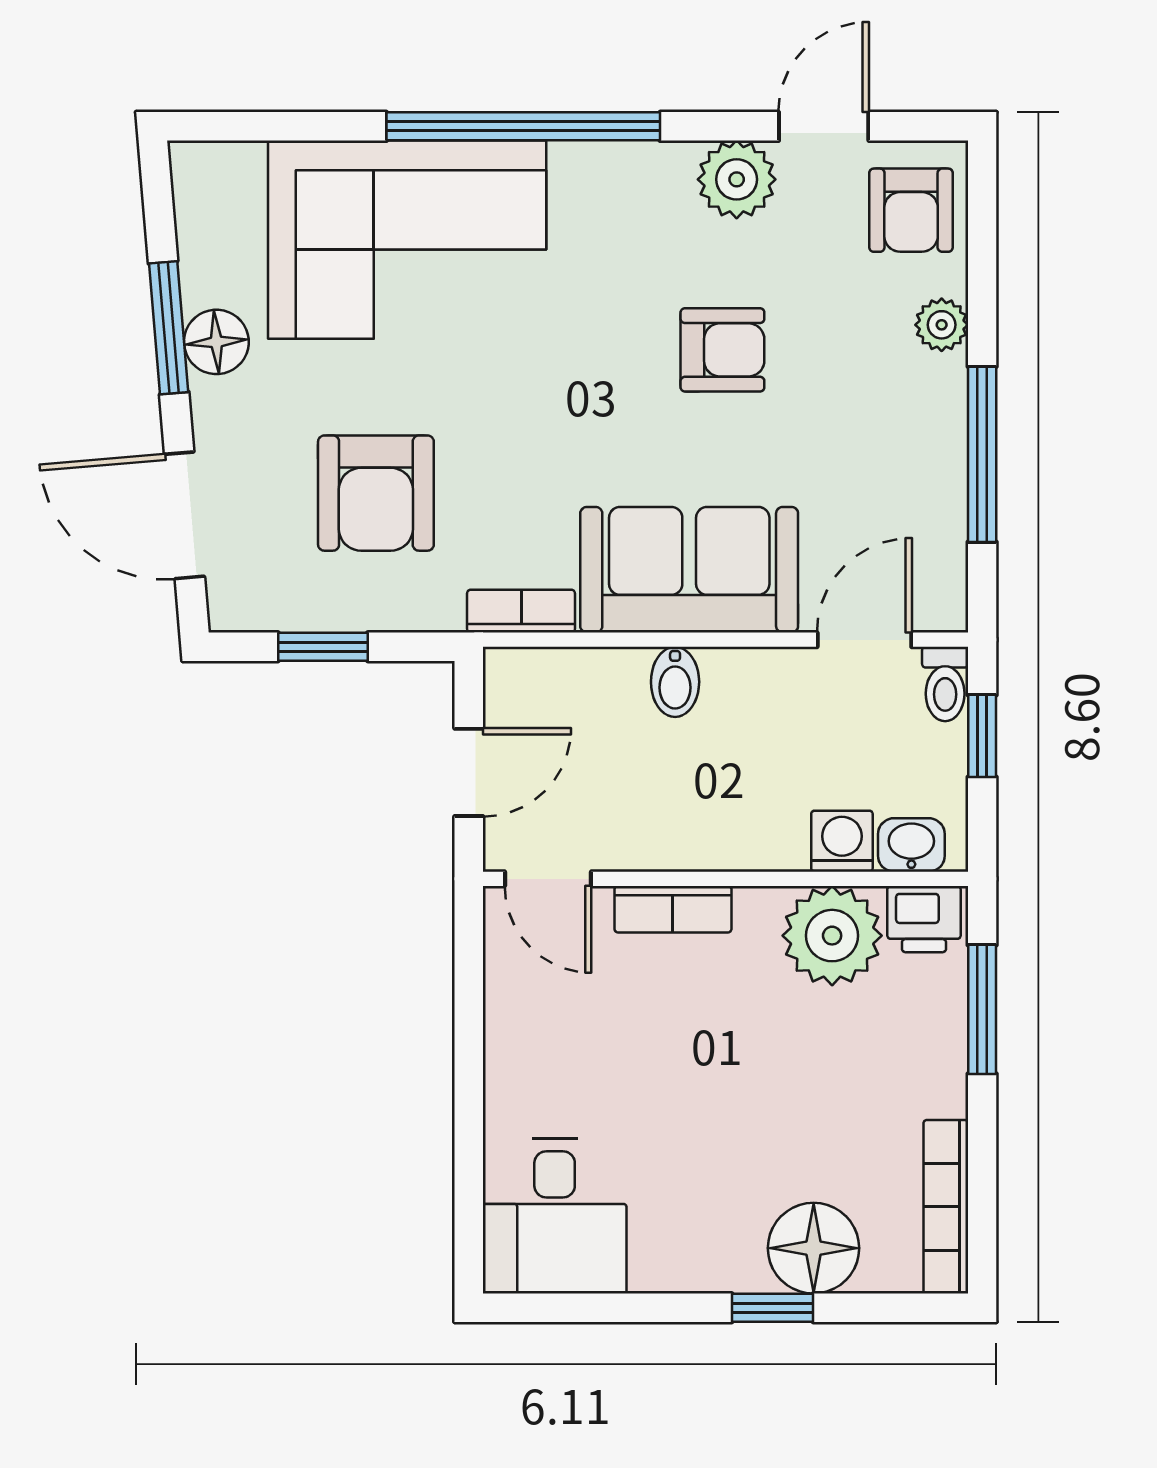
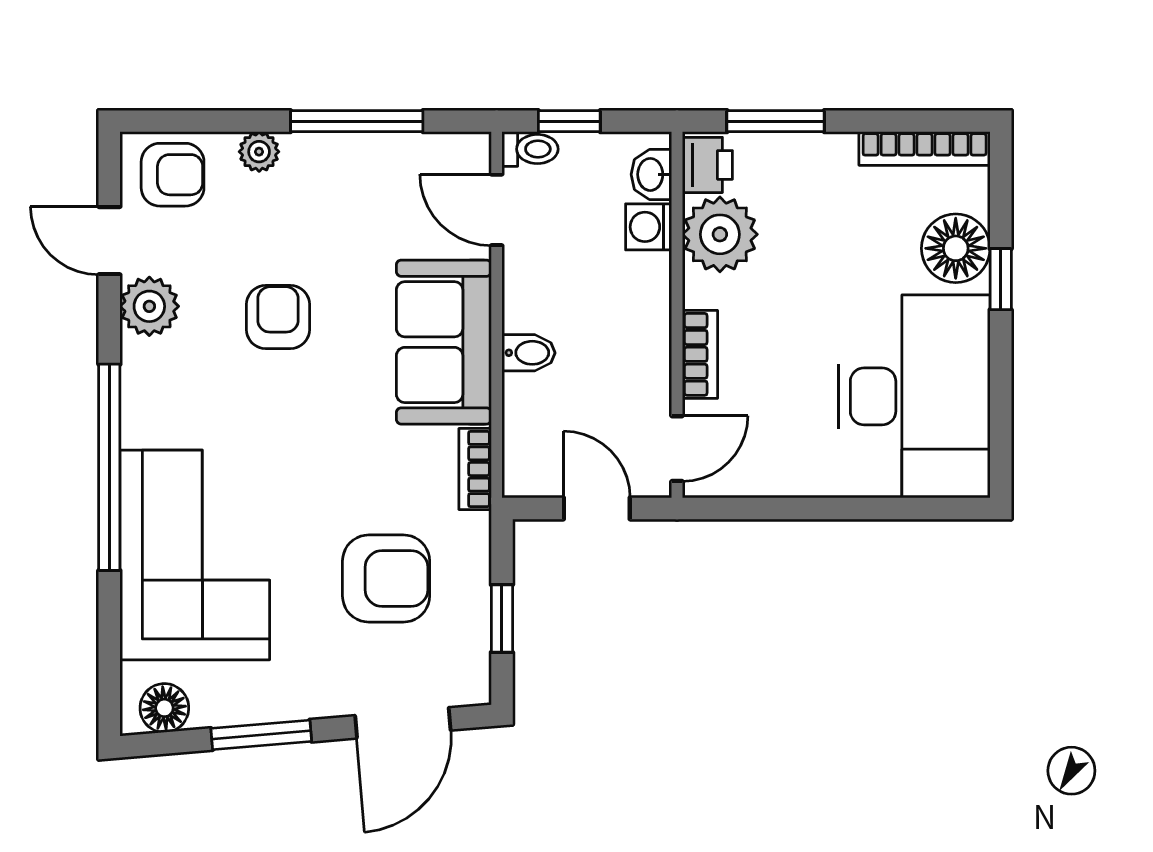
floor lamp: (216, 342) -> (164, 708), moved
desk: (555, 1216) -> (914, 396), width x1.87, depth x1.30

